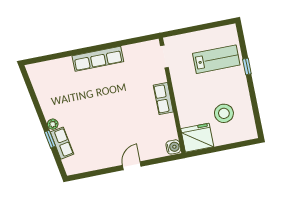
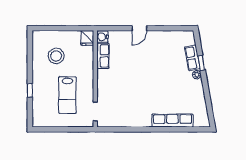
row of seats: (98, 59) -> (172, 121), moved
lab bench: (216, 59) -> (67, 95), moved, turned -90
row of seats: (163, 99) -> (103, 56), moved
fridge: (197, 138) -> (87, 38), width x0.53, depth x0.75

